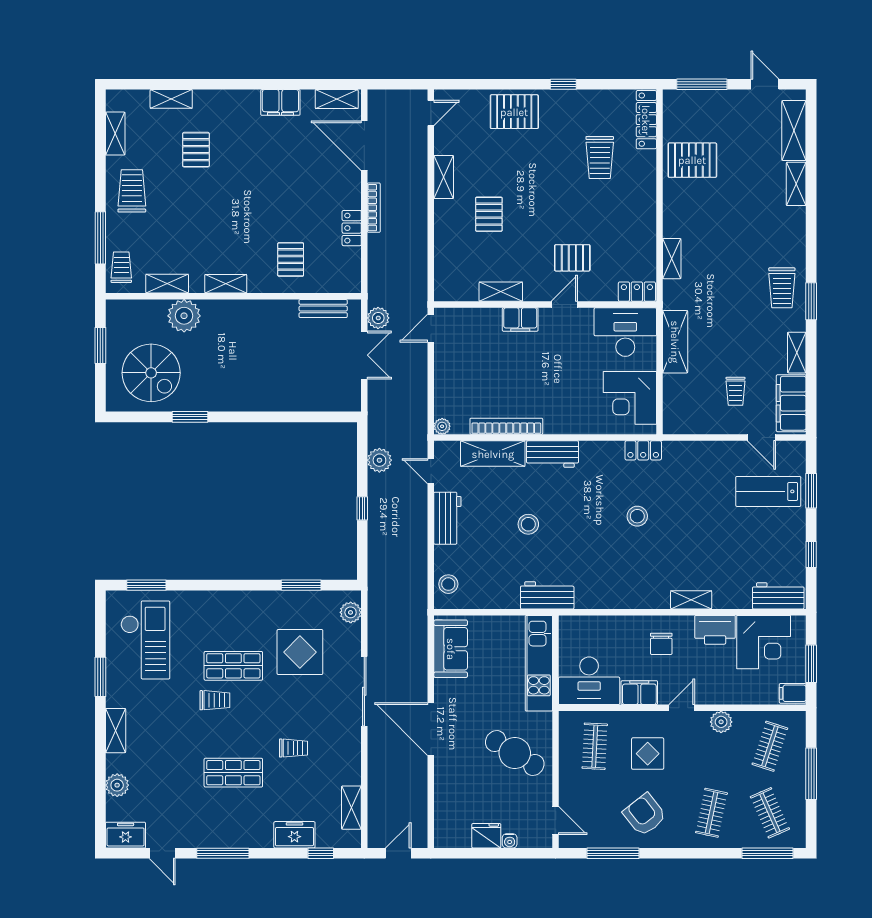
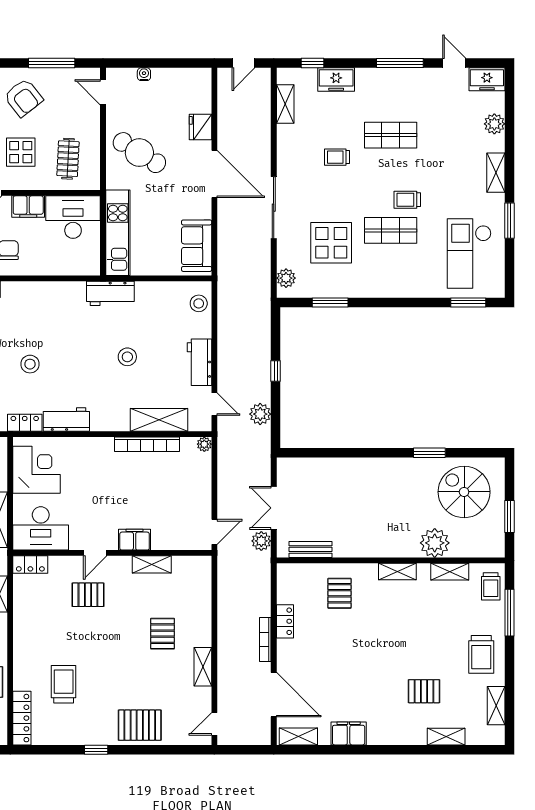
pallet: (196, 150) -> (424, 691), turned 90
workbench: (552, 454) -> (66, 419), moved
fridge: (486, 836) -> (201, 127), moved, turned 90

